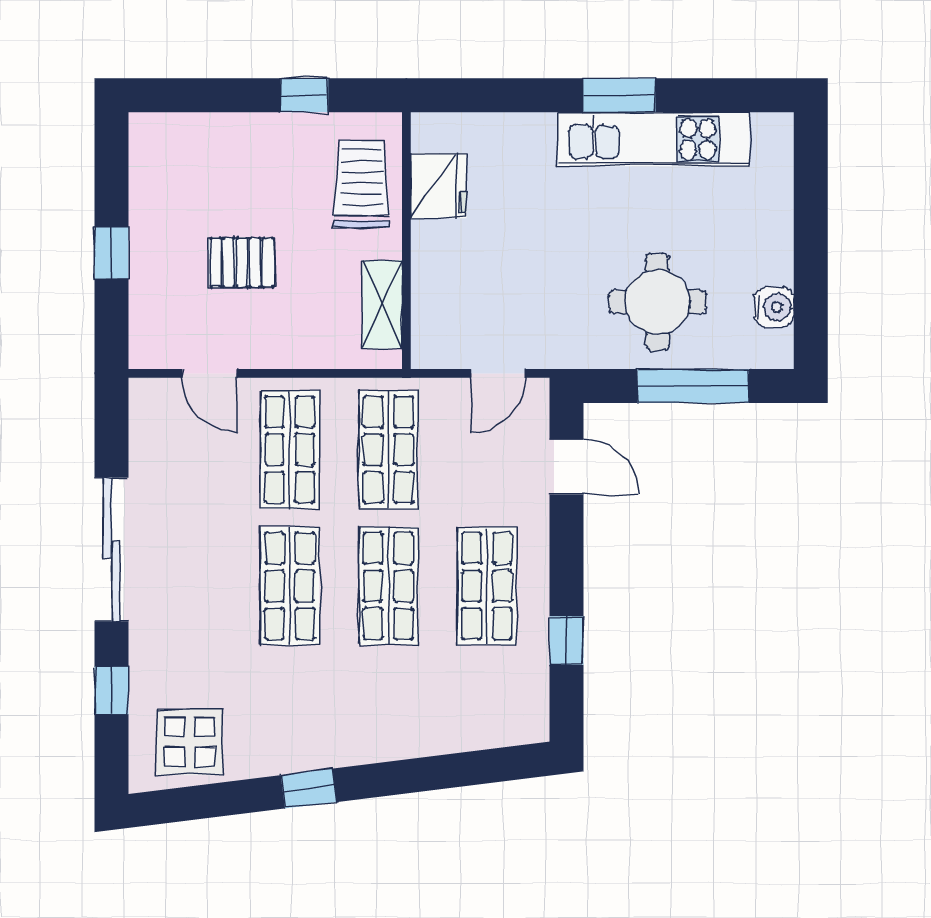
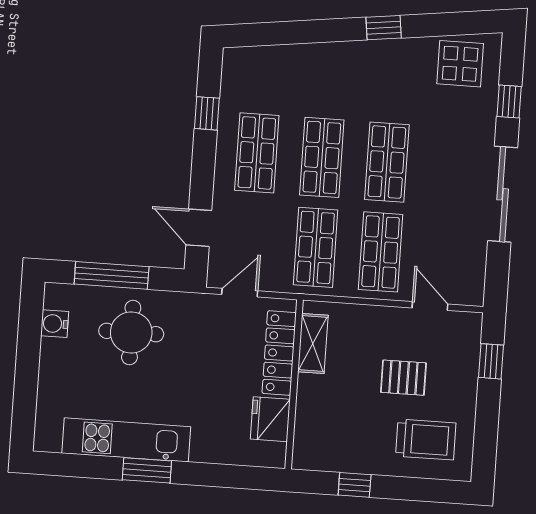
trolley: (362, 184) -> (426, 440), moved, turned -90
window: (112, 253) -> (491, 361), moved
locker: (432, 286) -> (279, 353), added

